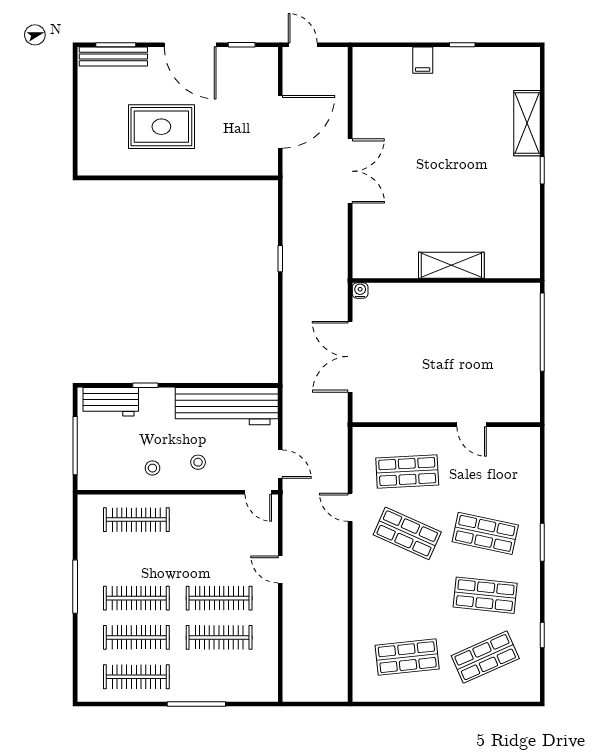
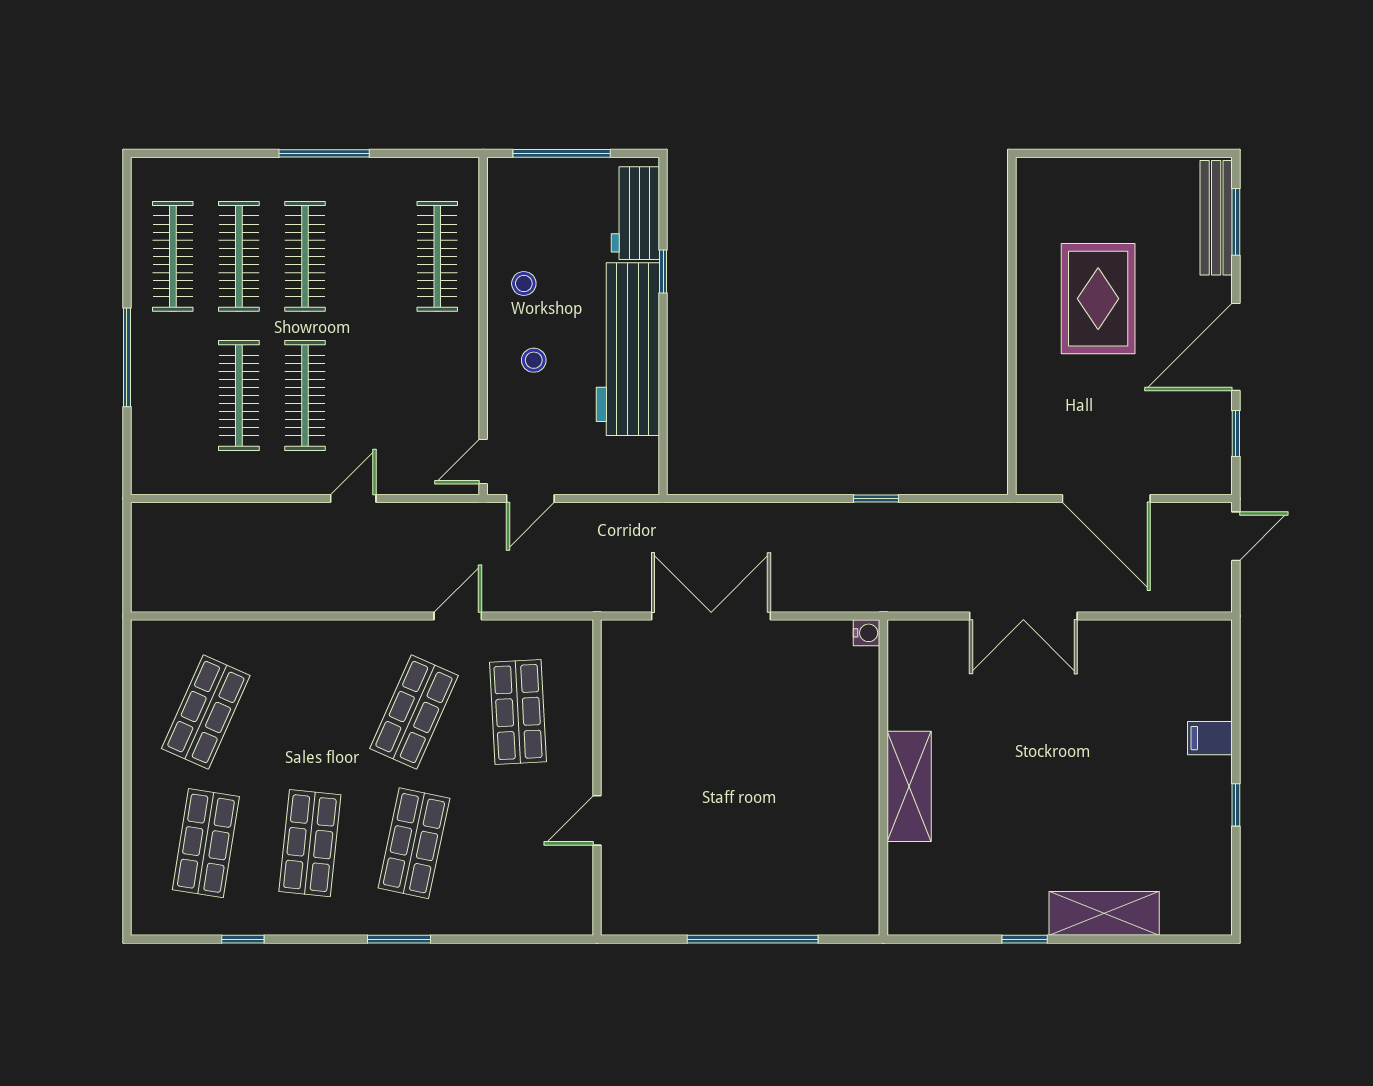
shelving: (451, 265) -> (909, 786), moved
wall: (446, 281) -> (883, 778), moved
water cooler: (360, 290) -> (867, 633), moved
workbench: (227, 406) -> (628, 349), moved
shop shelf: (407, 657) -> (206, 712), turned 30
shop shelf: (485, 657) -> (206, 843), turned 33

